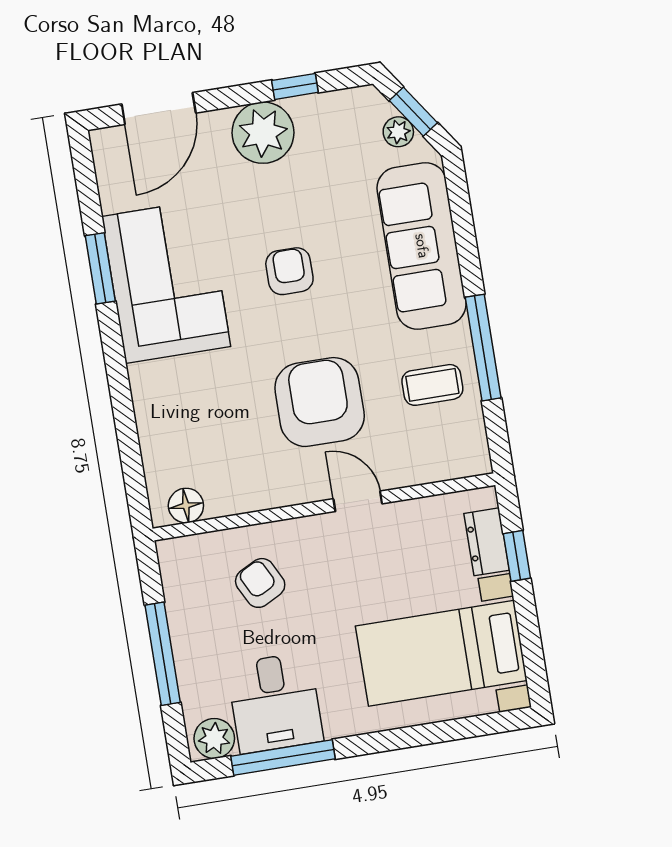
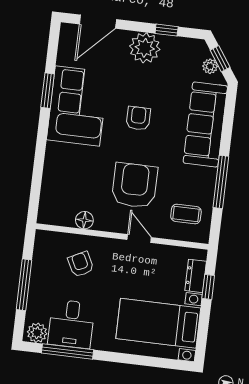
coffee table: (432, 385) -> (186, 214), moved
floor lamp: (186, 506) -> (84, 220), moved

